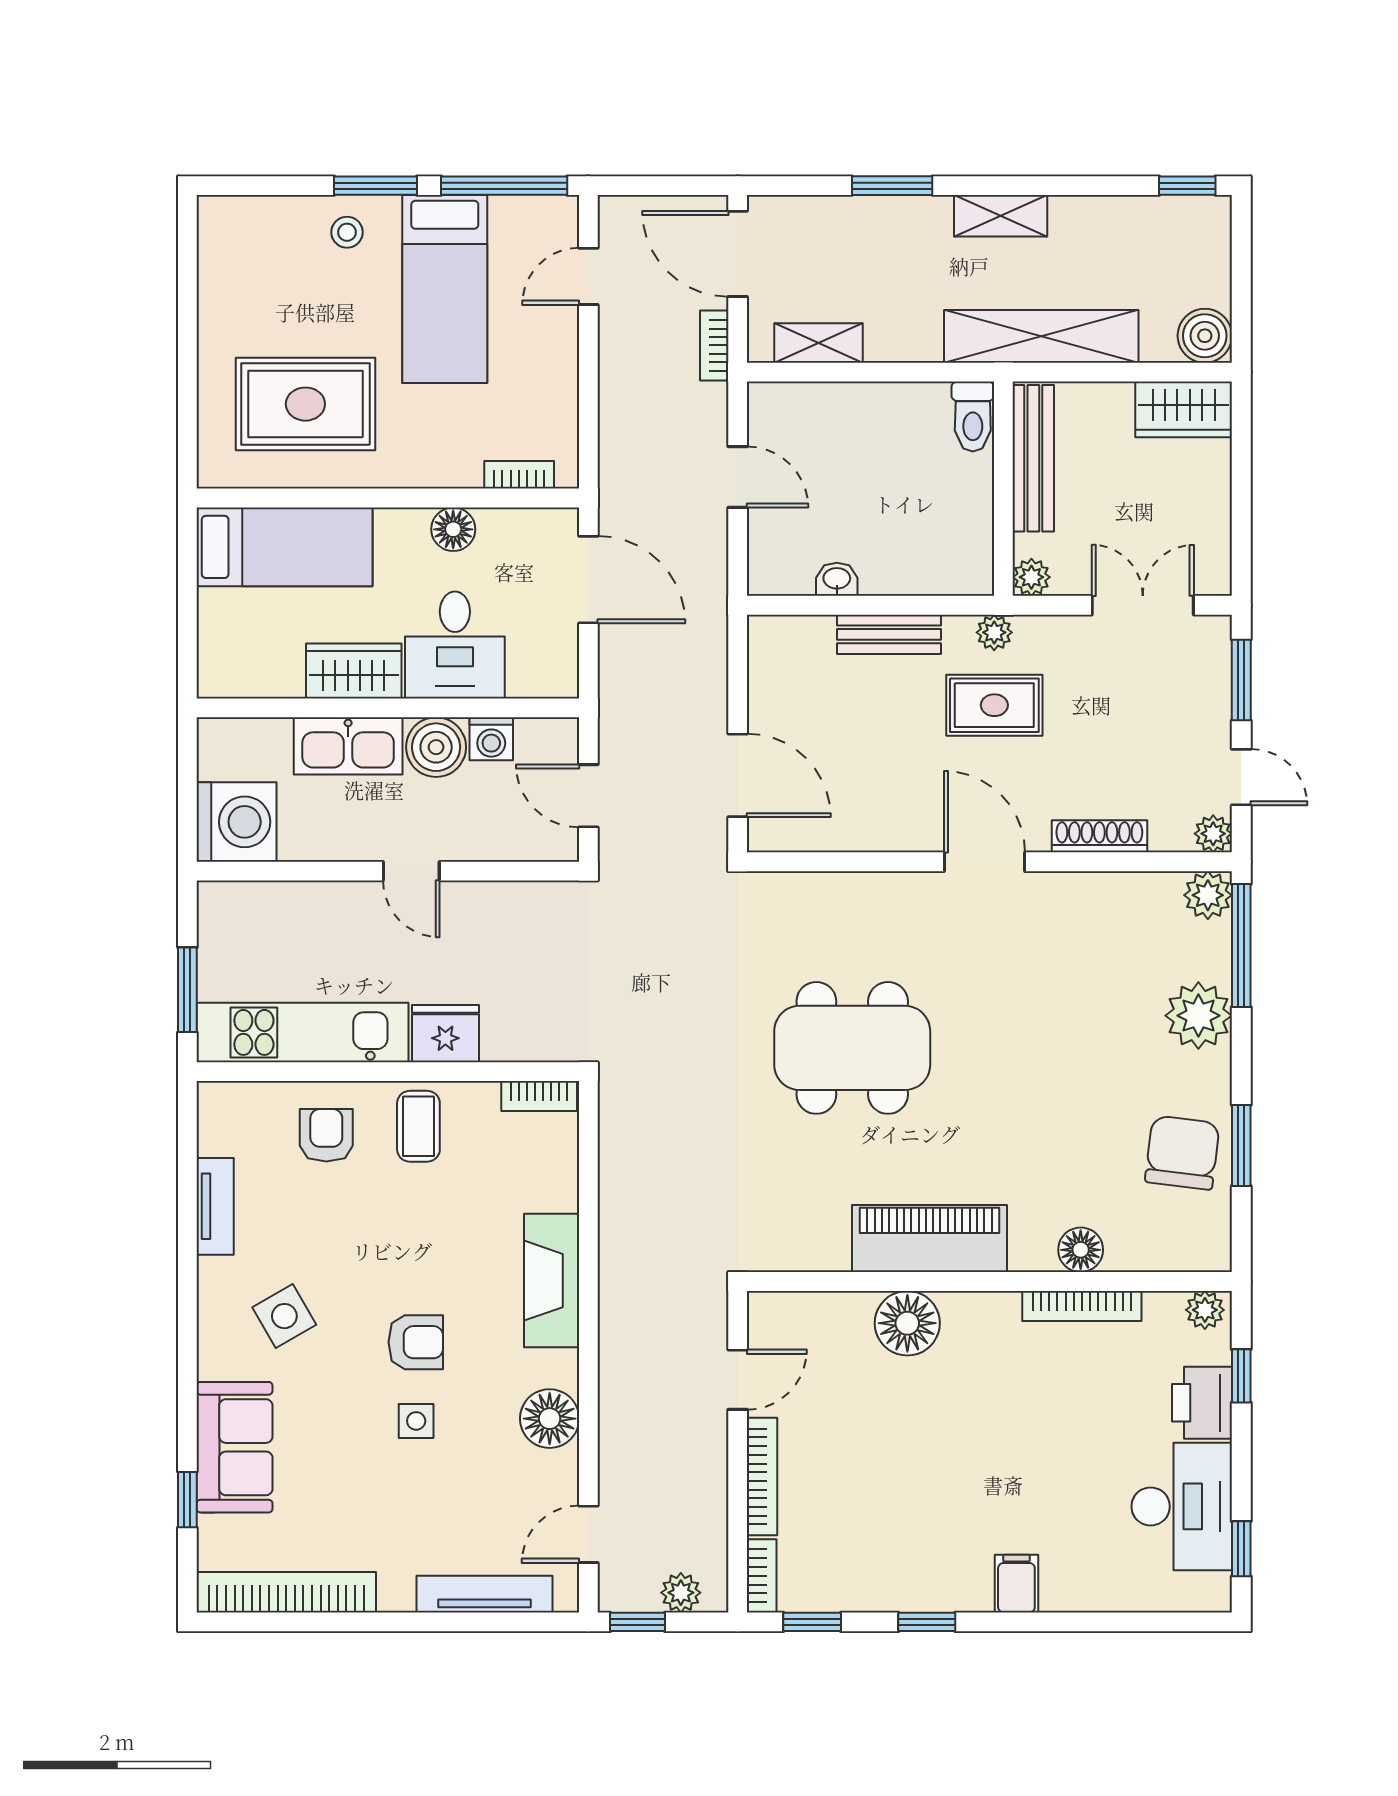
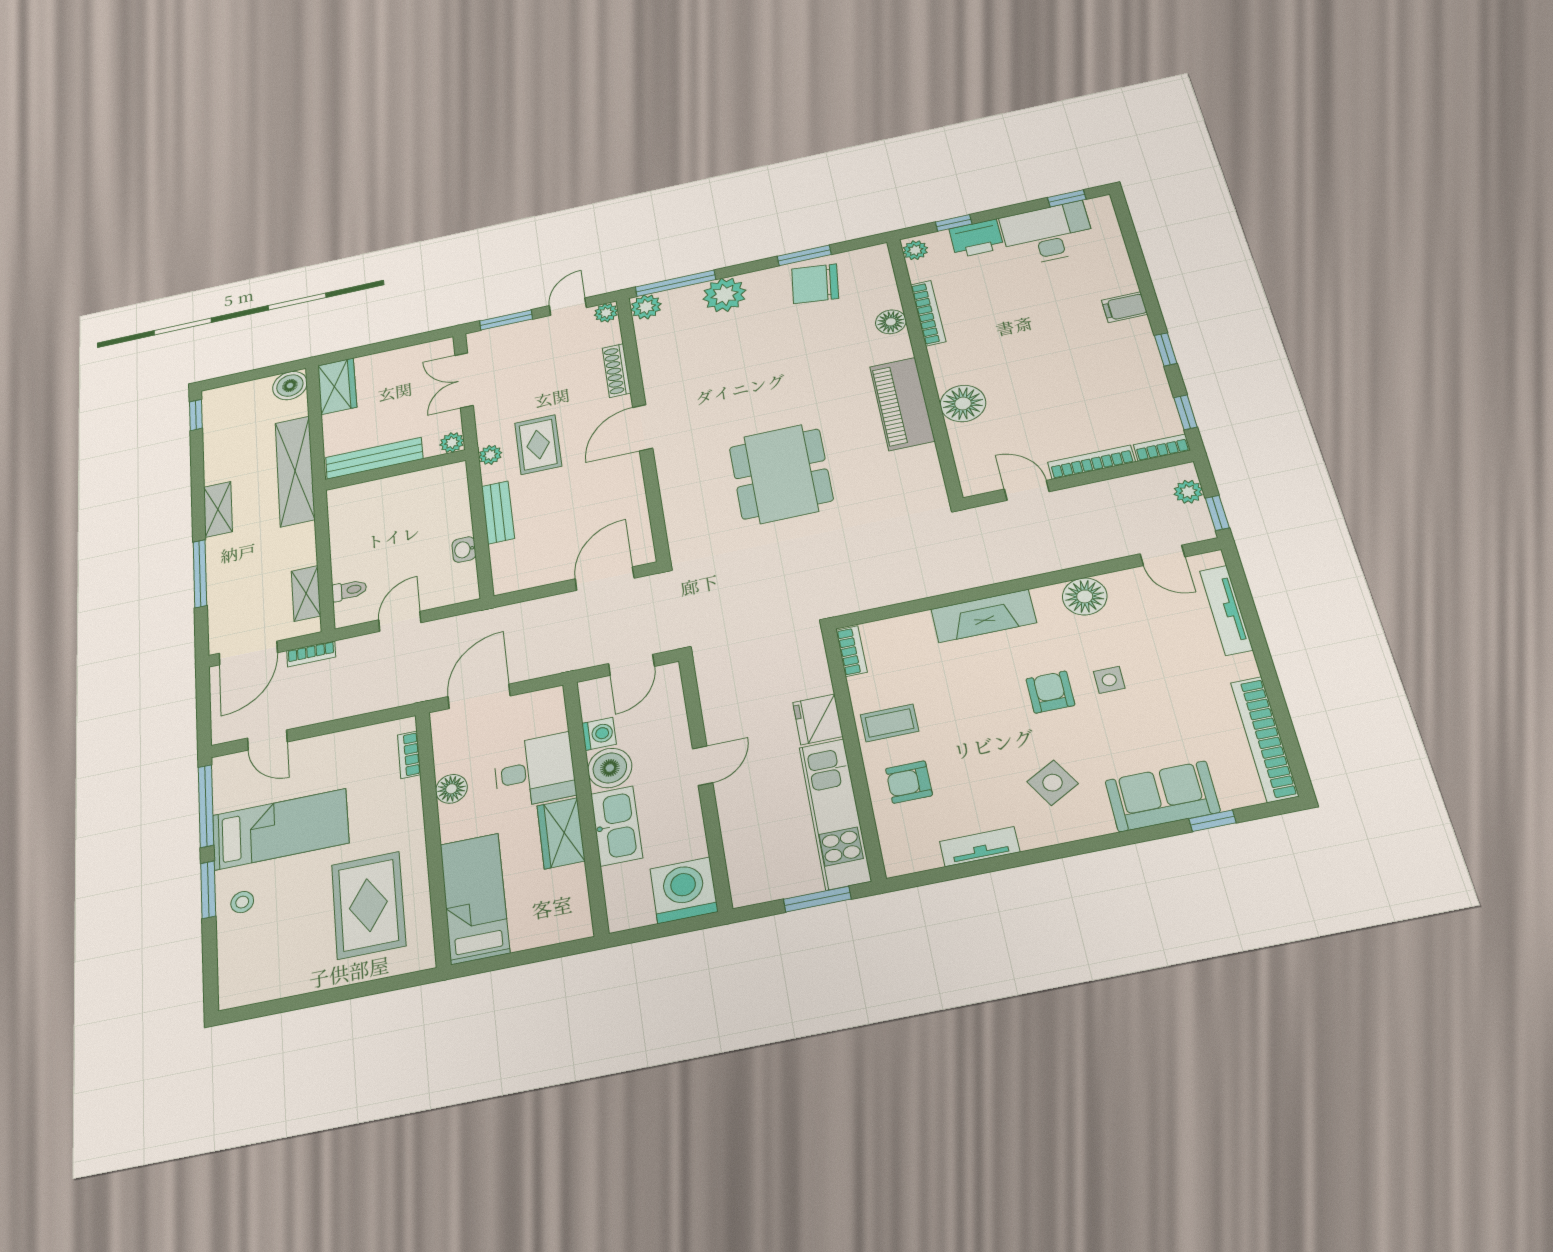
window: (892, 186) -> (200, 574), width x1.44
toilet: (973, 417) -> (349, 590), moved, width x0.73, depth x0.72

